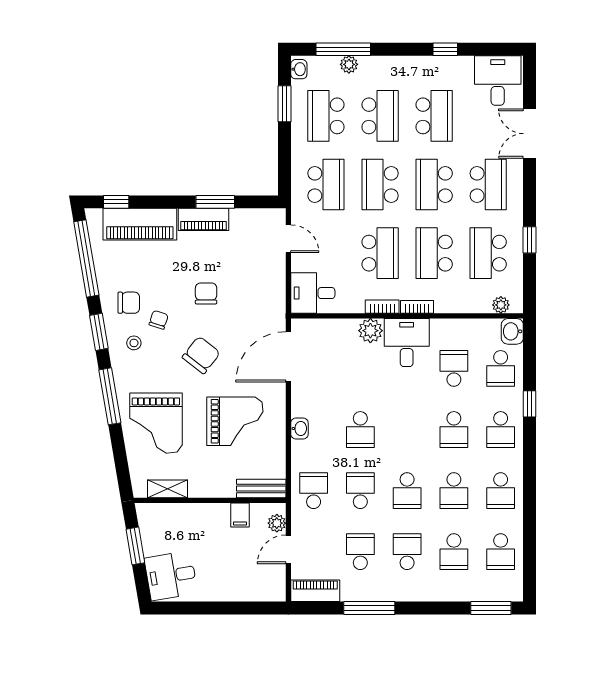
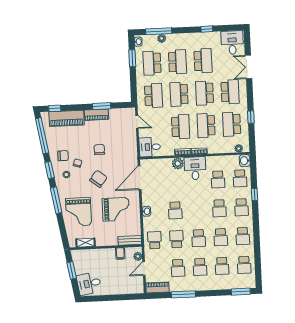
school desk: (454, 368) -> (218, 179), turned 180
school desk: (360, 552) -> (178, 268), turned 180
school desk: (407, 552) -> (200, 267), turned 180

